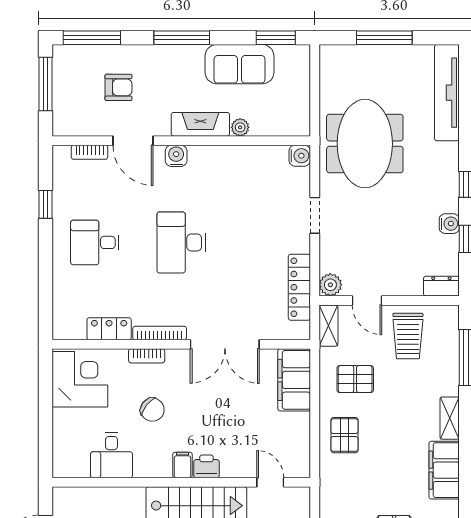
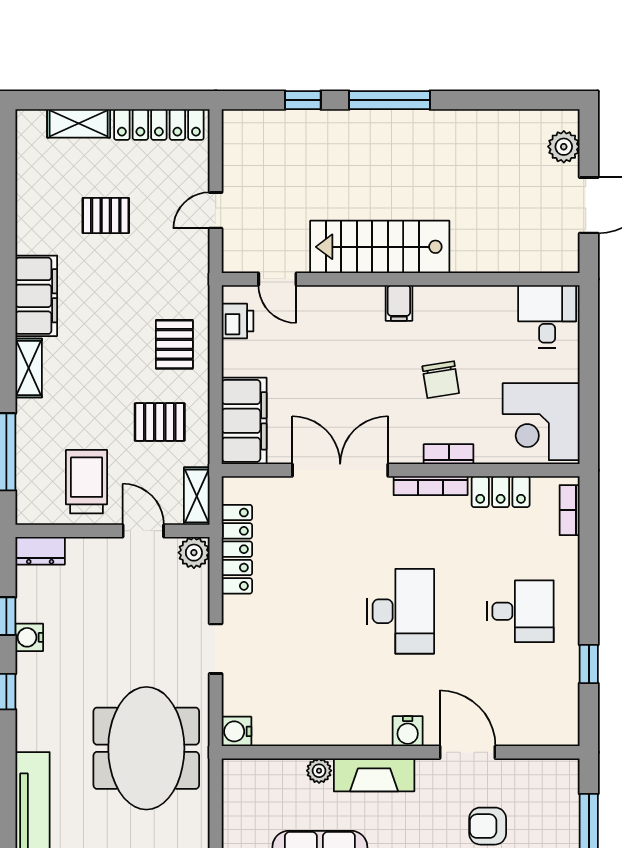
bookcase: (90, 152) -> (570, 510), moved, turned -90
chair: (152, 410) -> (441, 380), turned -137
desk: (111, 455) -> (547, 316), moved
printer: (206, 466) -> (238, 321), moved, turned -90

